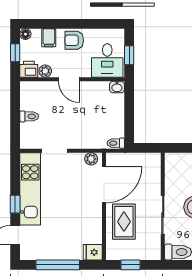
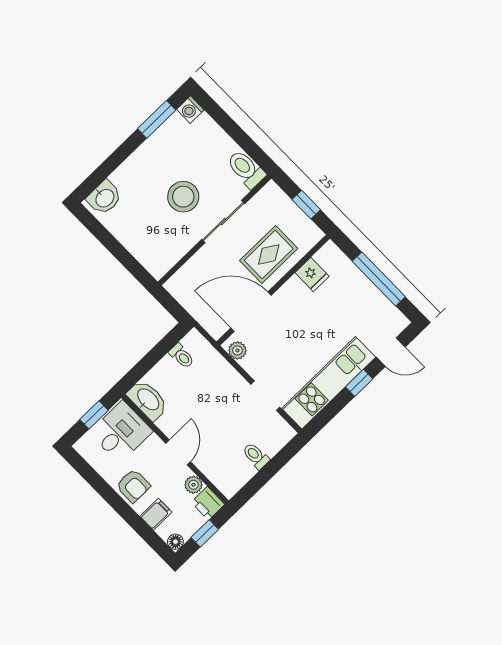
washbasin: (117, 87) -> (148, 400), width x1.91, depth x1.45
toilet: (116, 143) -> (182, 356), moved
fridge: (93, 252) -> (312, 274), moved

